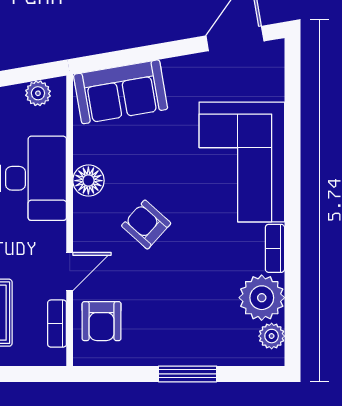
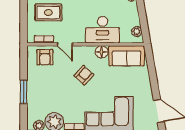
sofa: (121, 92) -> (127, 56), moved, turned -80
armchair: (102, 321) -> (45, 57), turned -90

